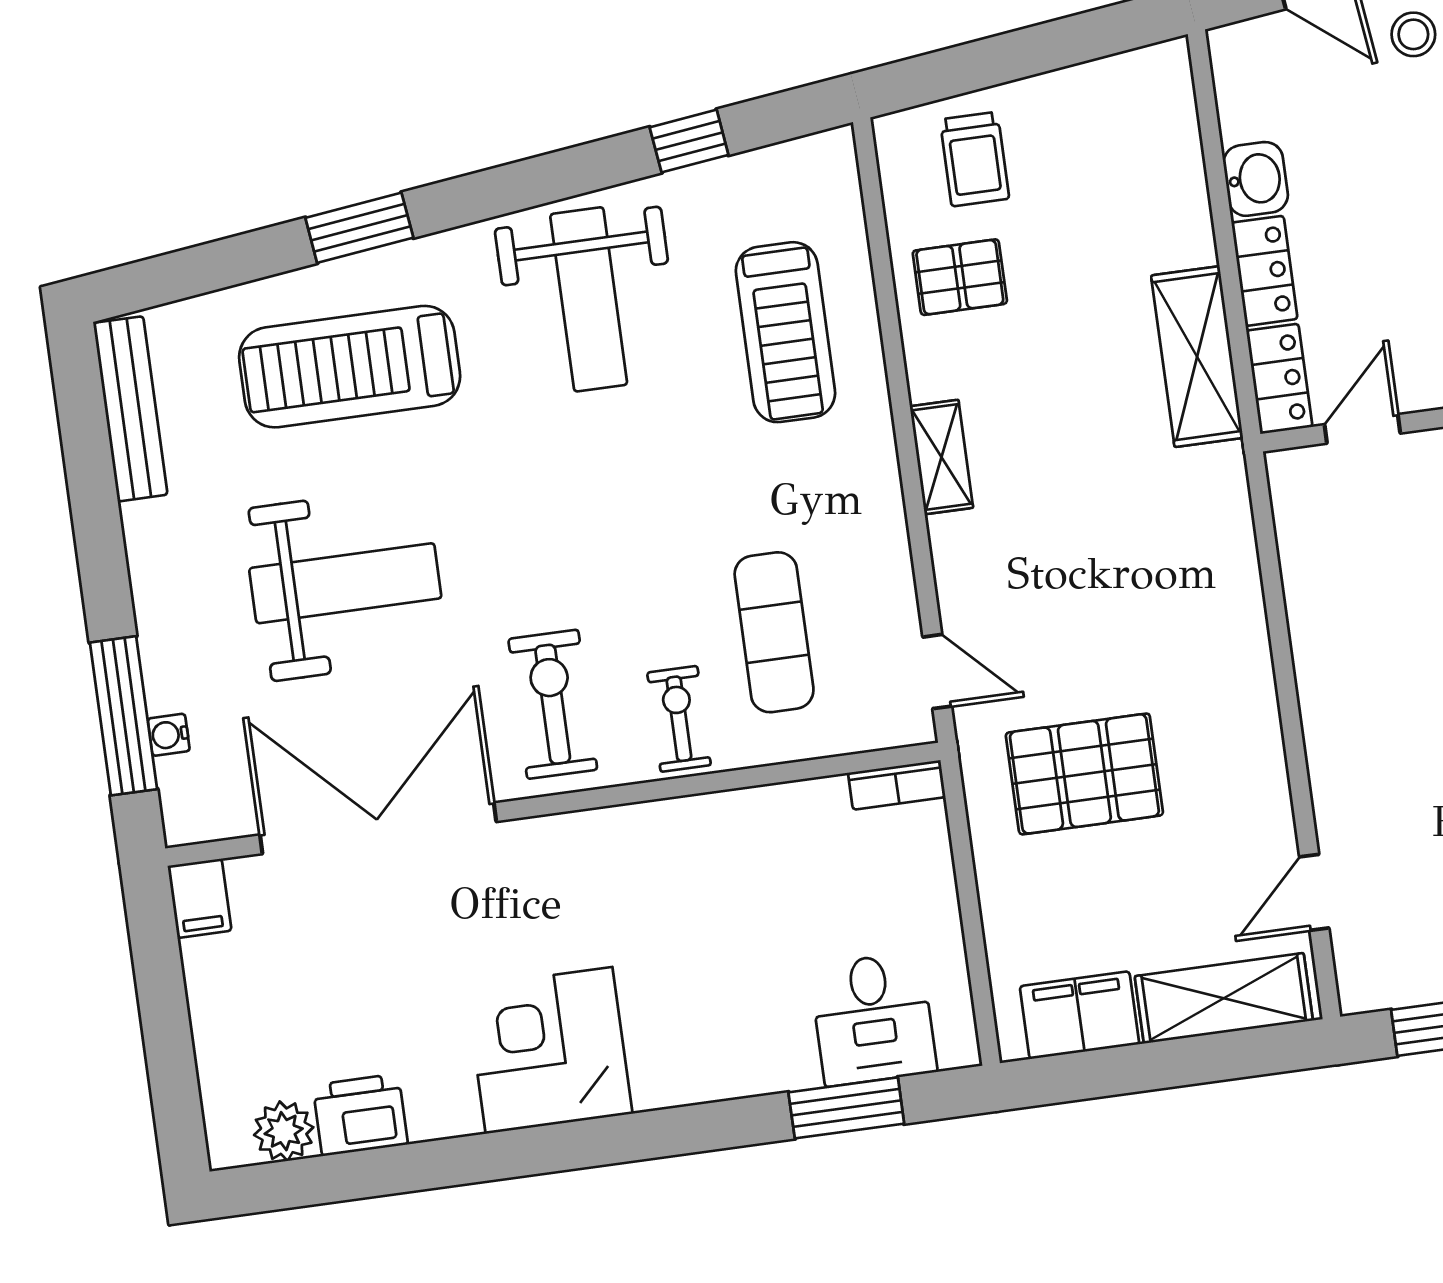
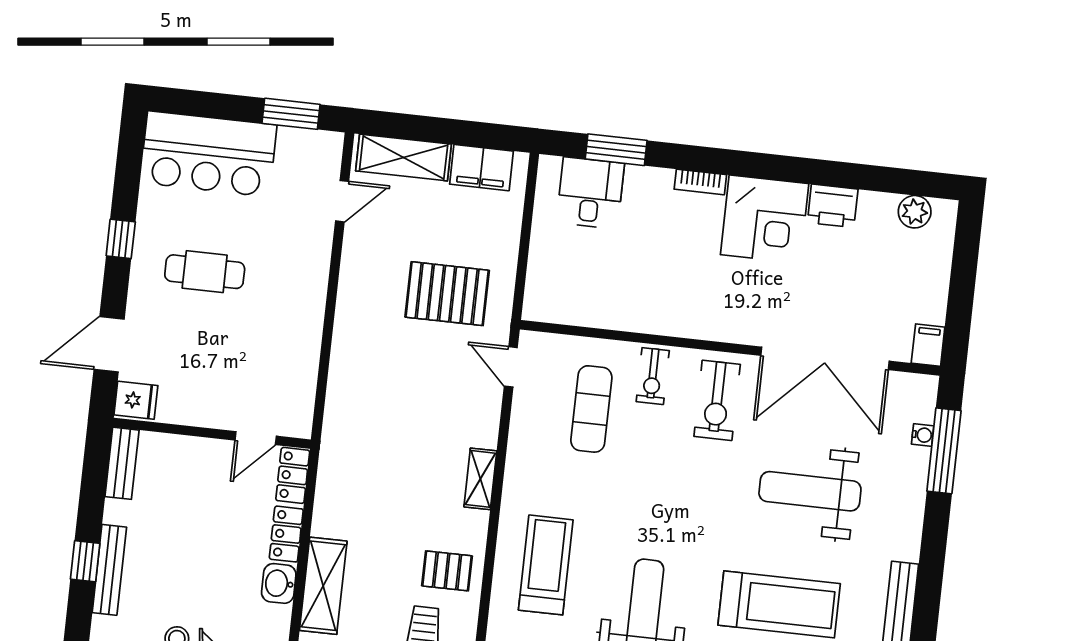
shelving: (1197, 357) -> (323, 586), moved
bookcase: (897, 785) -> (700, 182), moved, turned 180
printer: (360, 1115) -> (833, 206), moved

